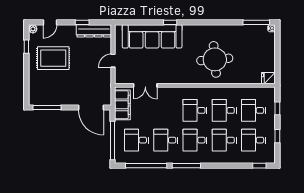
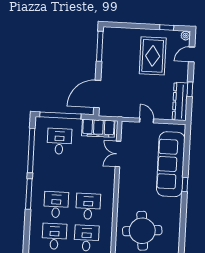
door: (50, 22) -> (192, 54), hinge flipped
desk: (166, 140) -> (58, 173), removed

